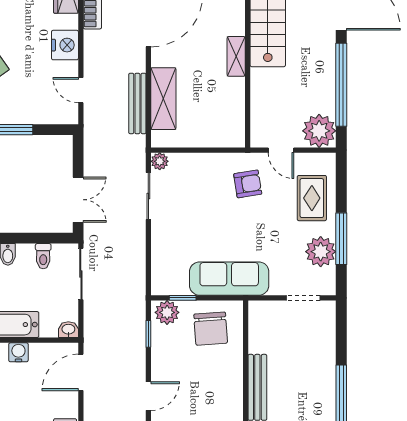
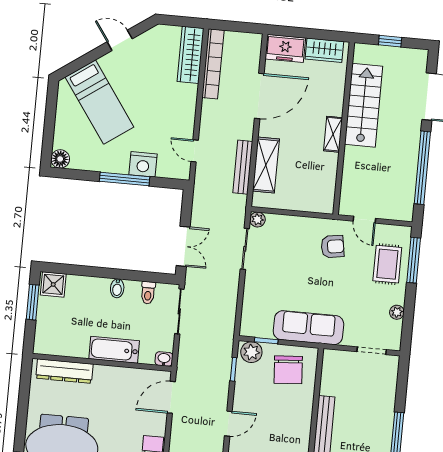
nightstand: (65, 45) -> (143, 164), moved, turned 90
plant: (319, 131) -> (399, 206), removed
window: (341, 239) -> (414, 260), moved
plant: (321, 252) -> (397, 312), width x0.53, depth x0.53
water cooler: (18, 352) -> (118, 375), removed

